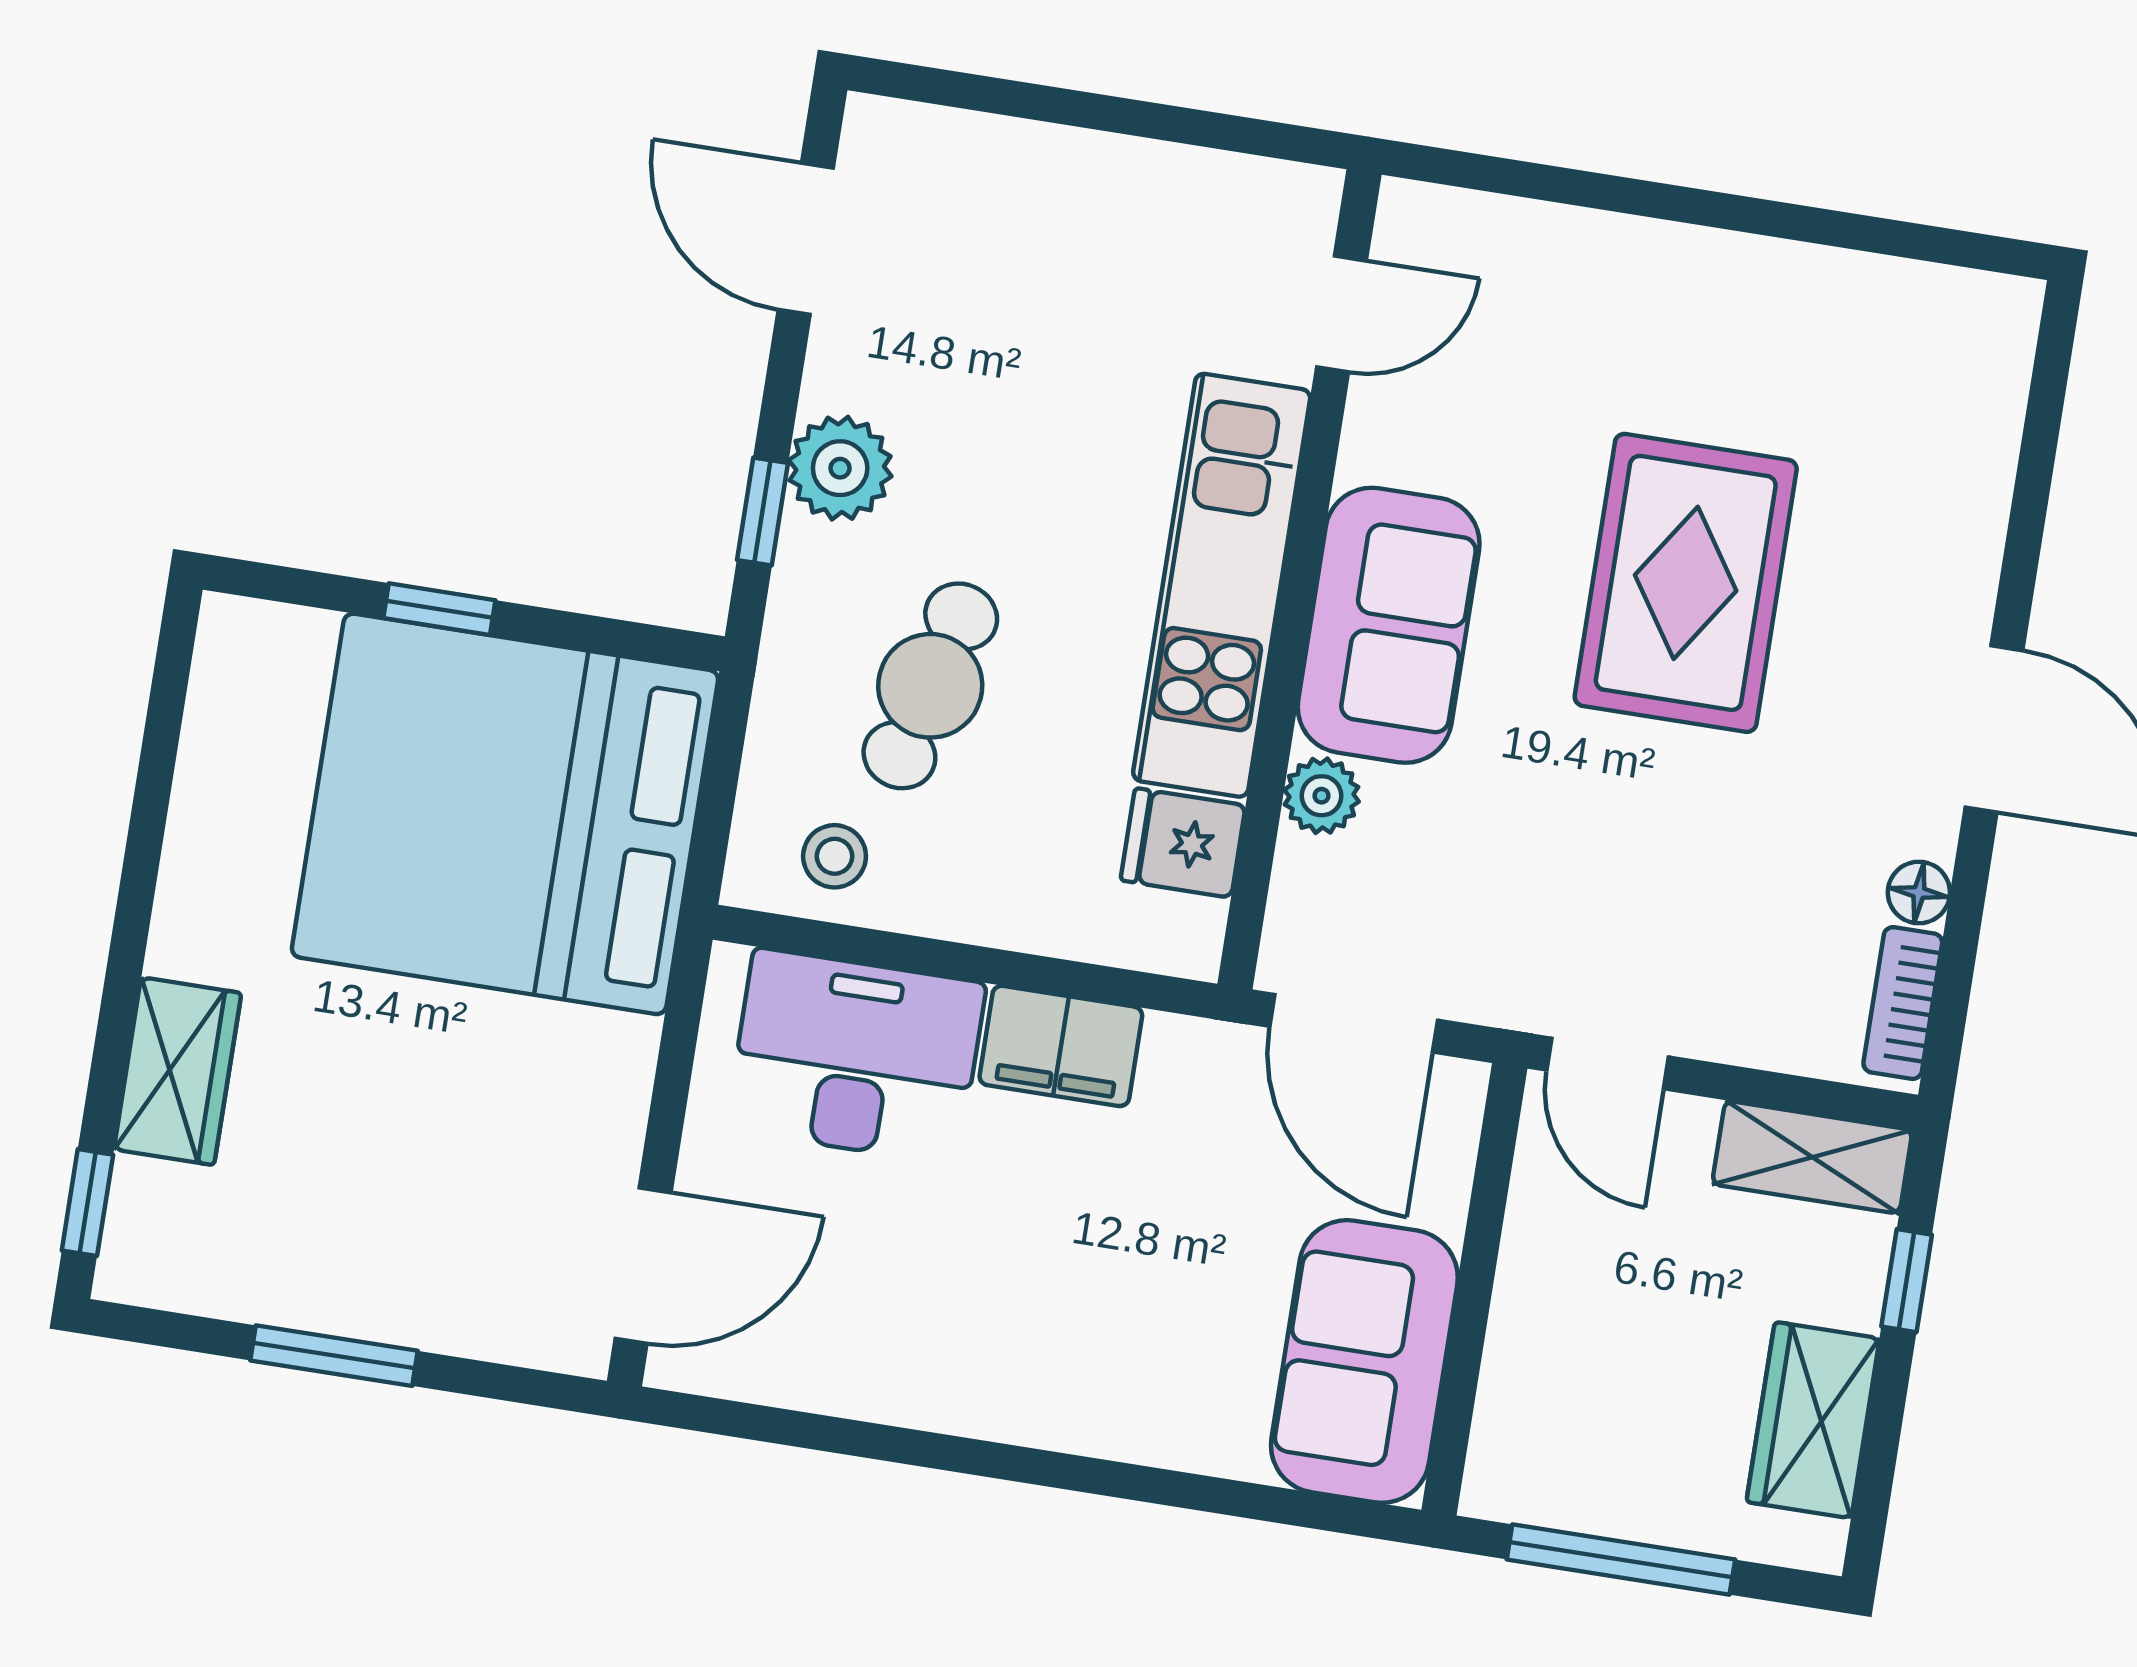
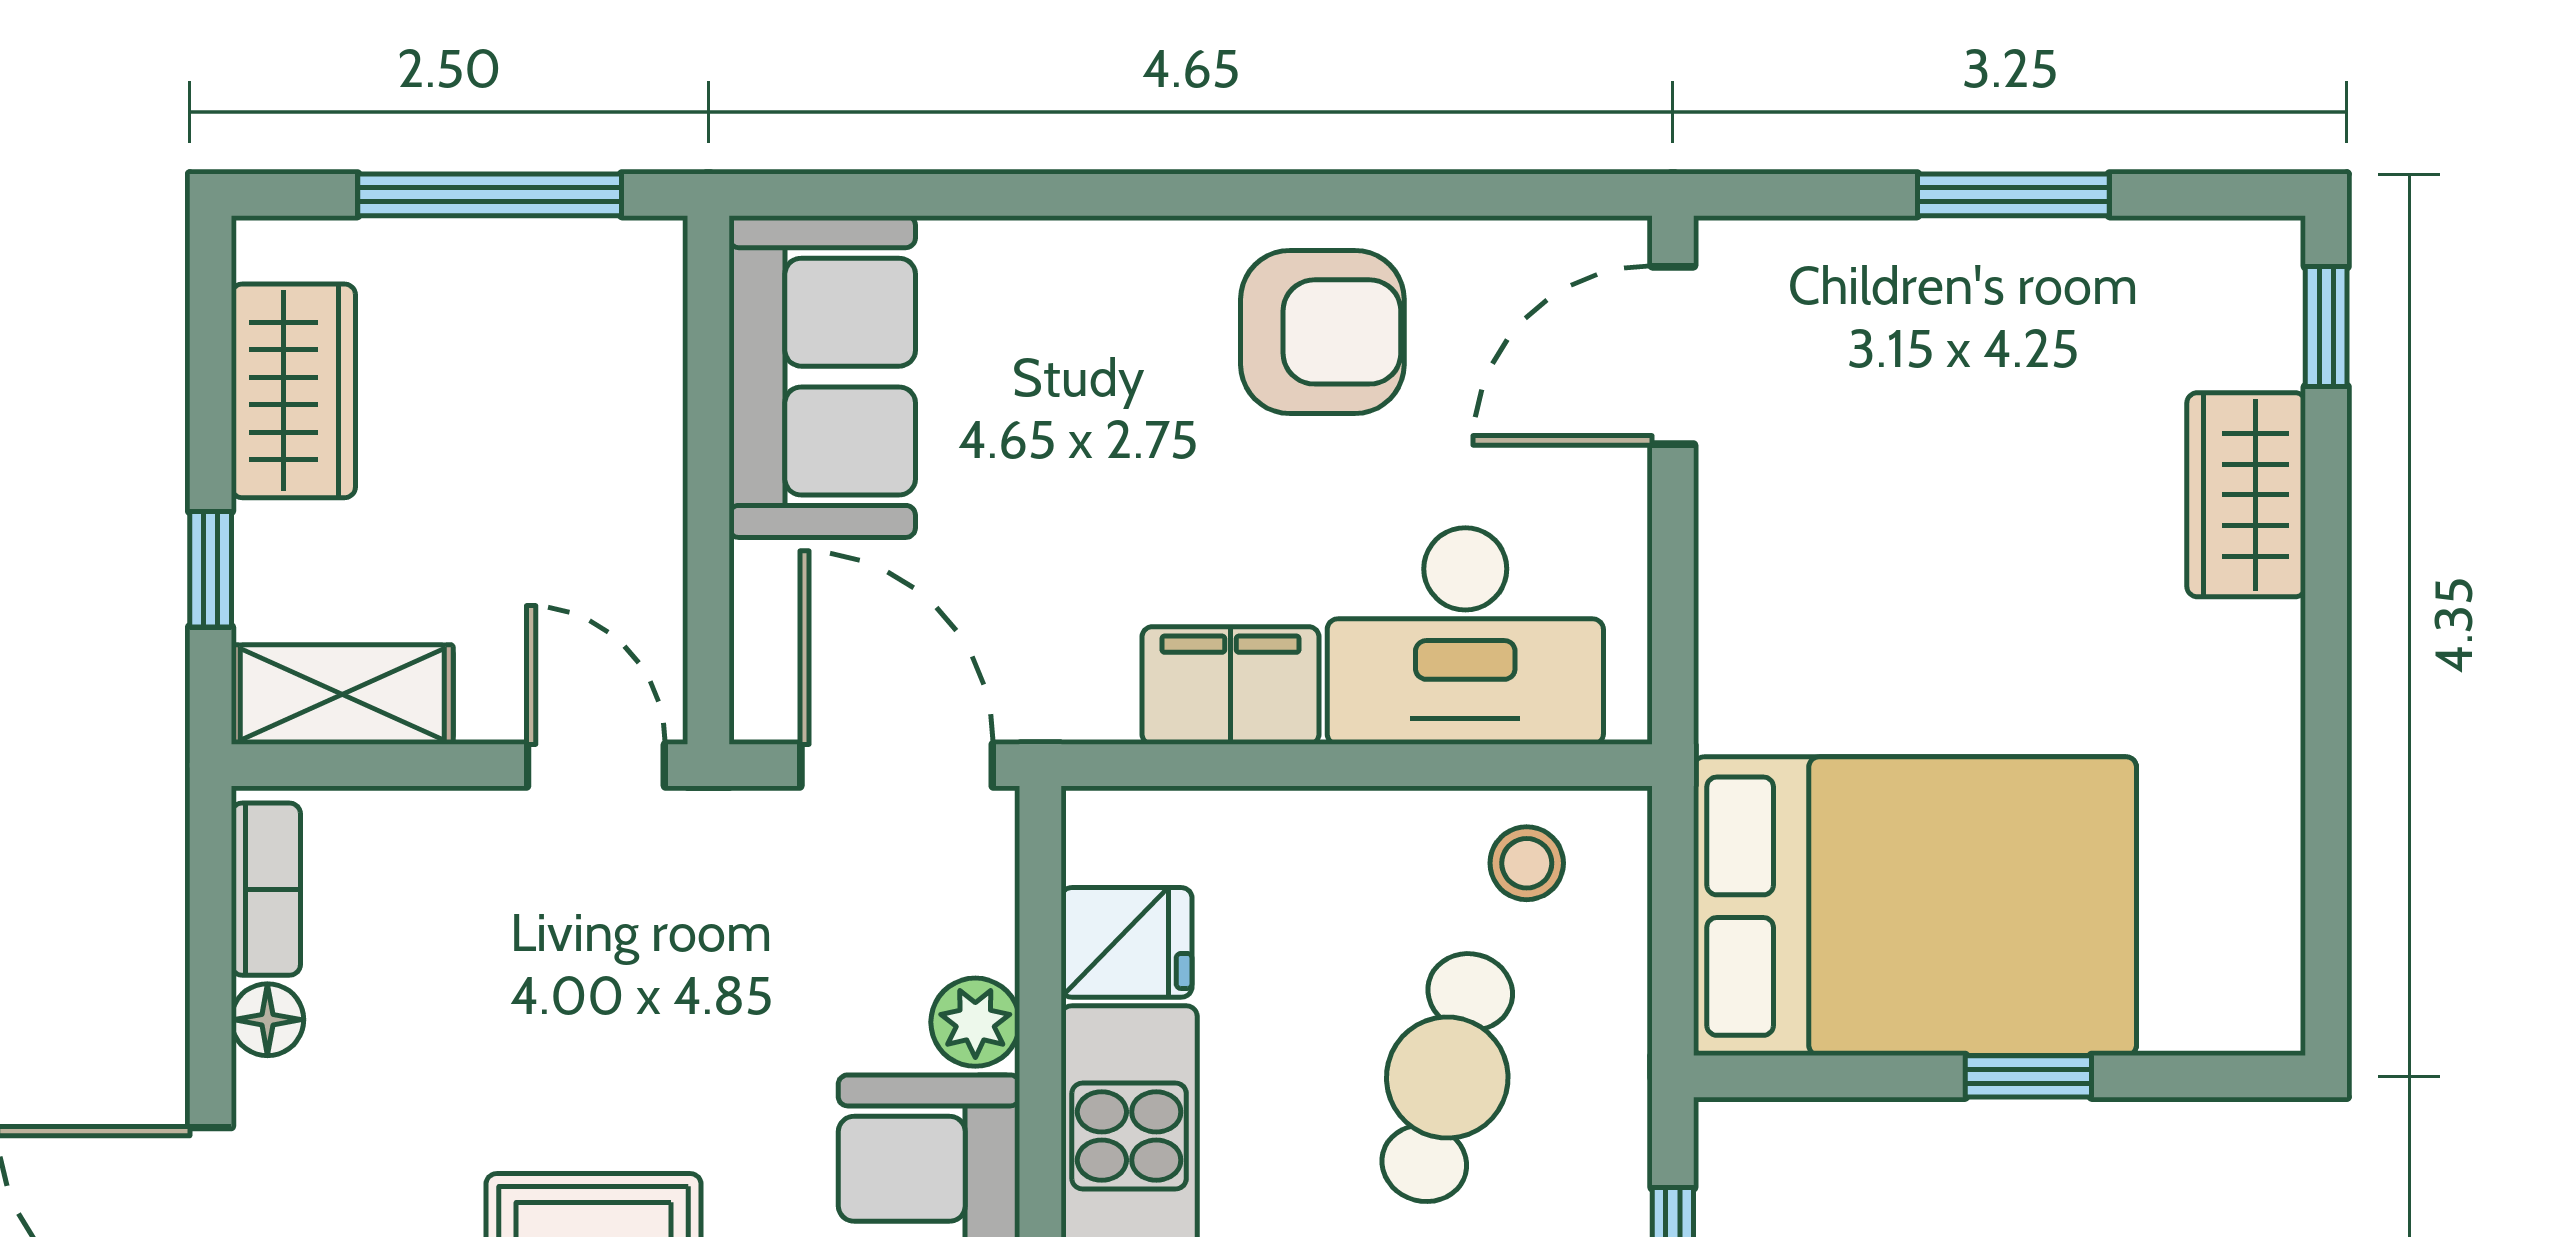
bed: (505, 814) -> (1915, 906), width x0.73
armchair: (936, 1332) -> (1322, 332), added

